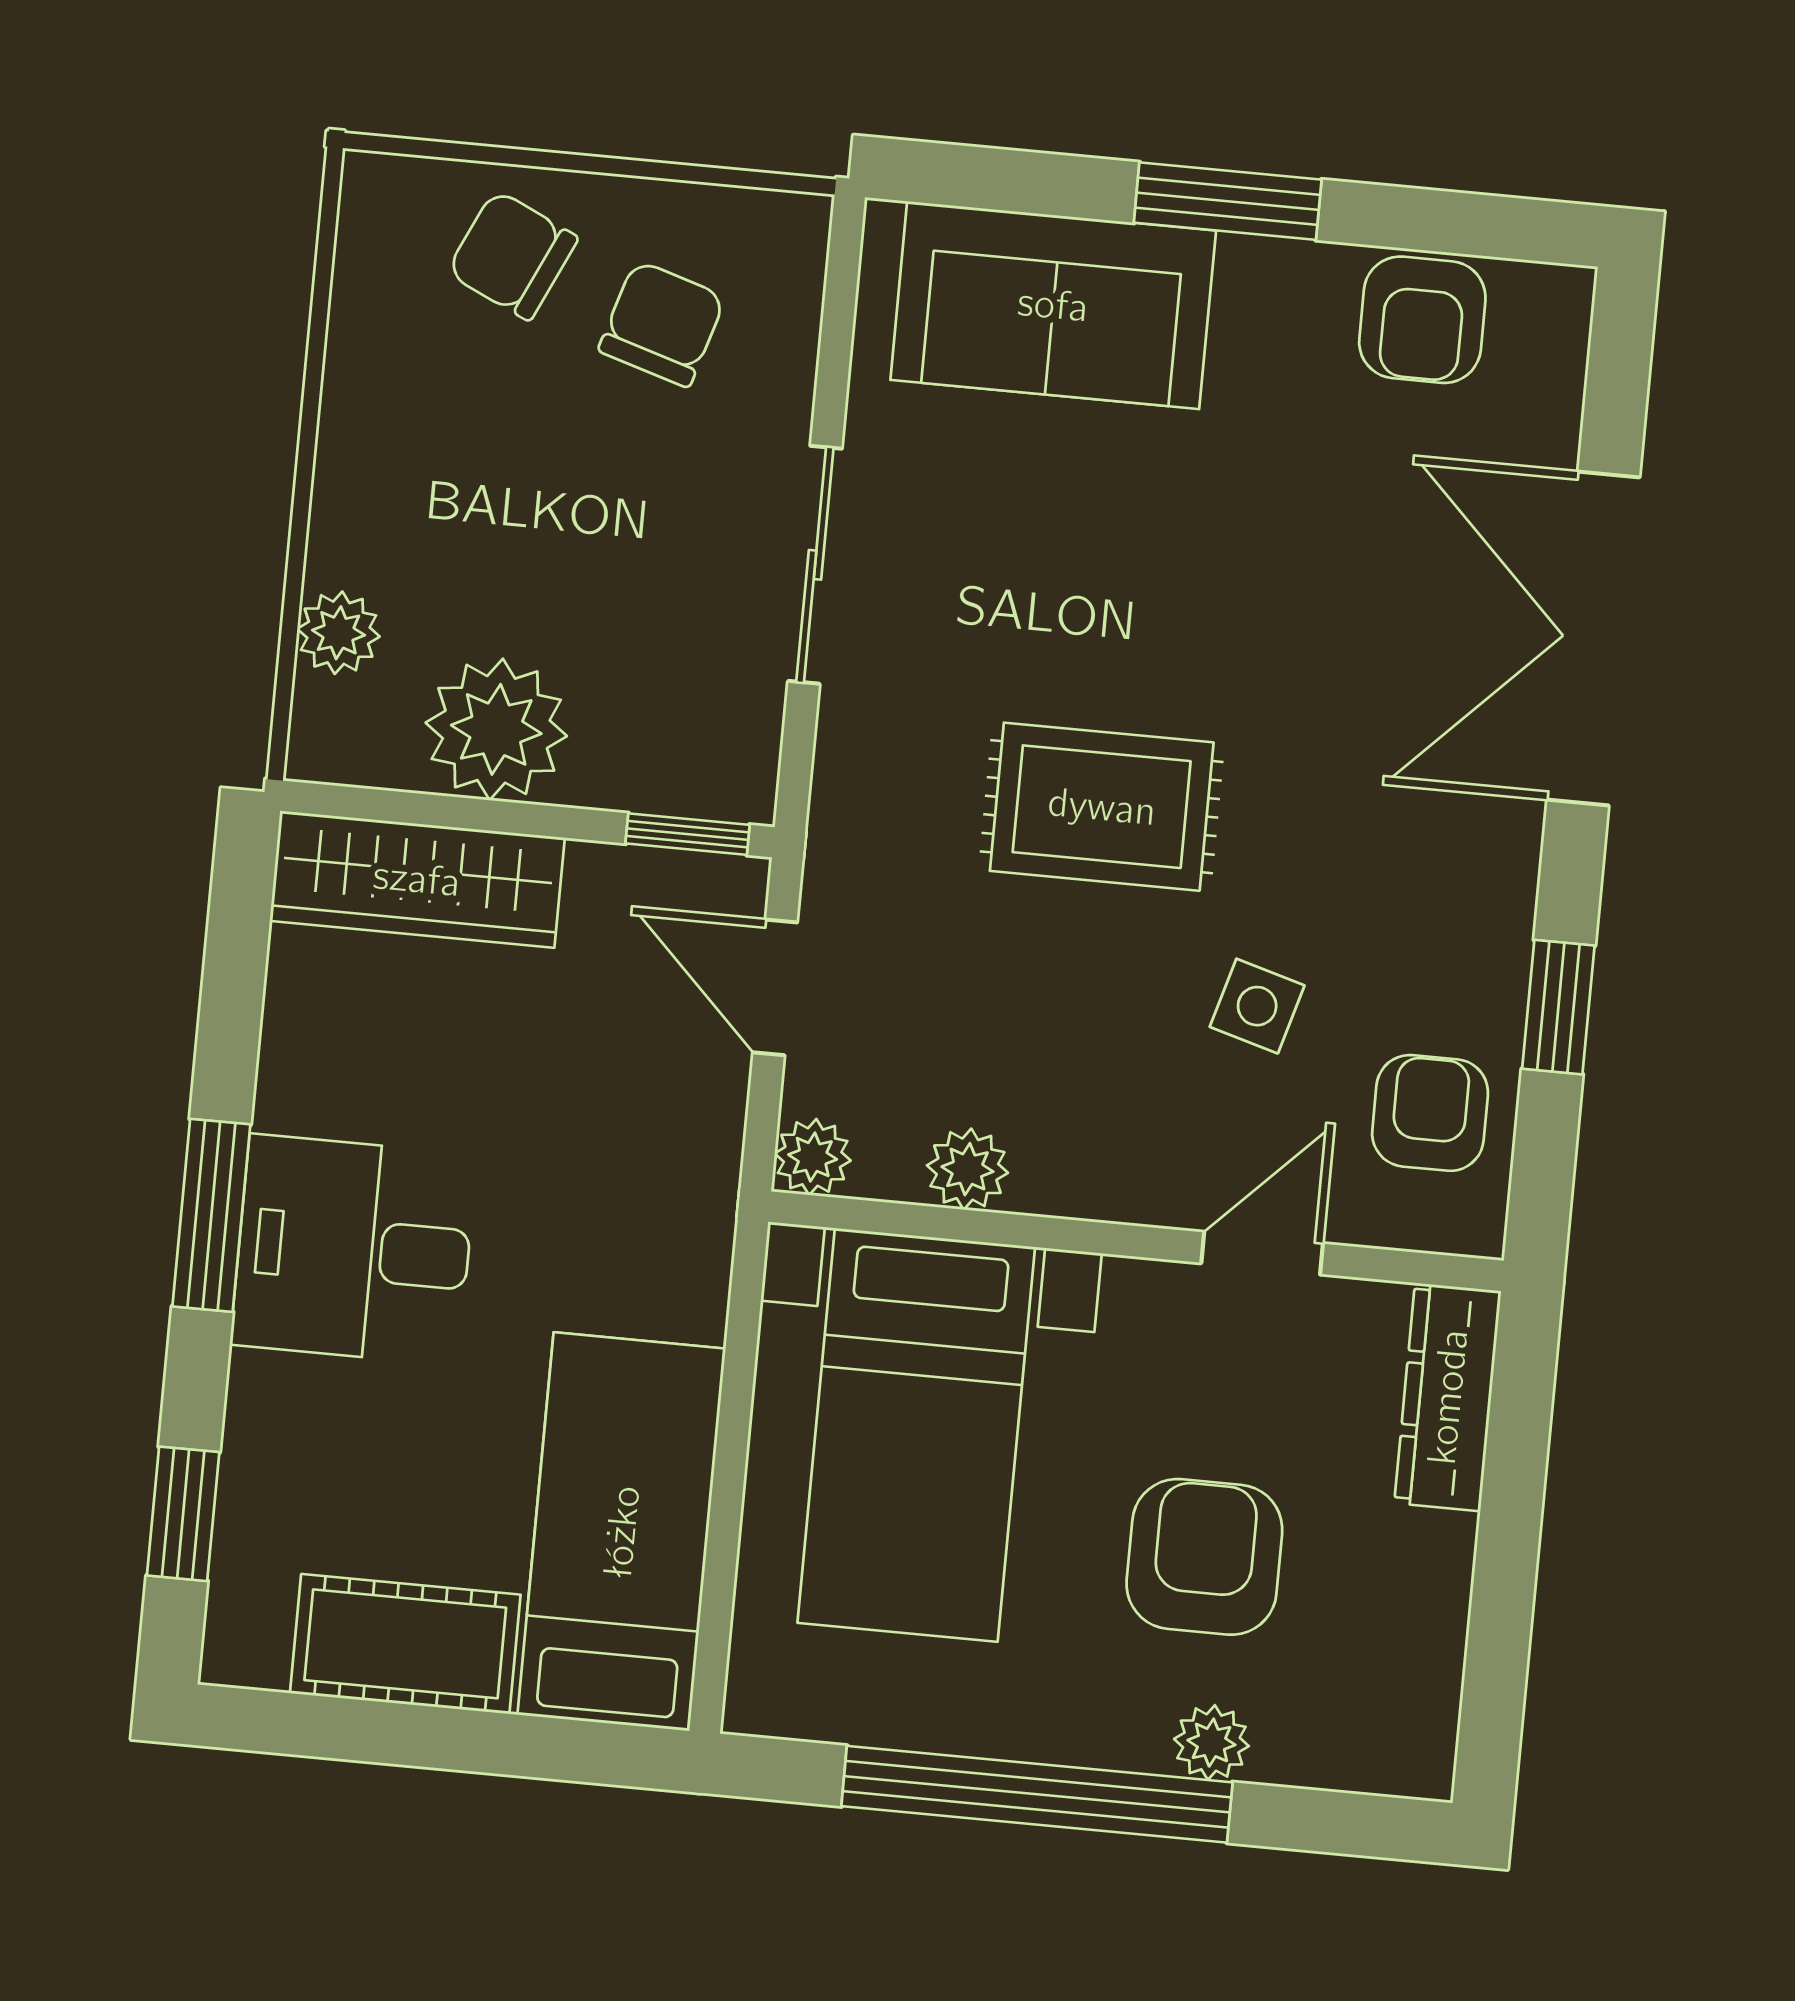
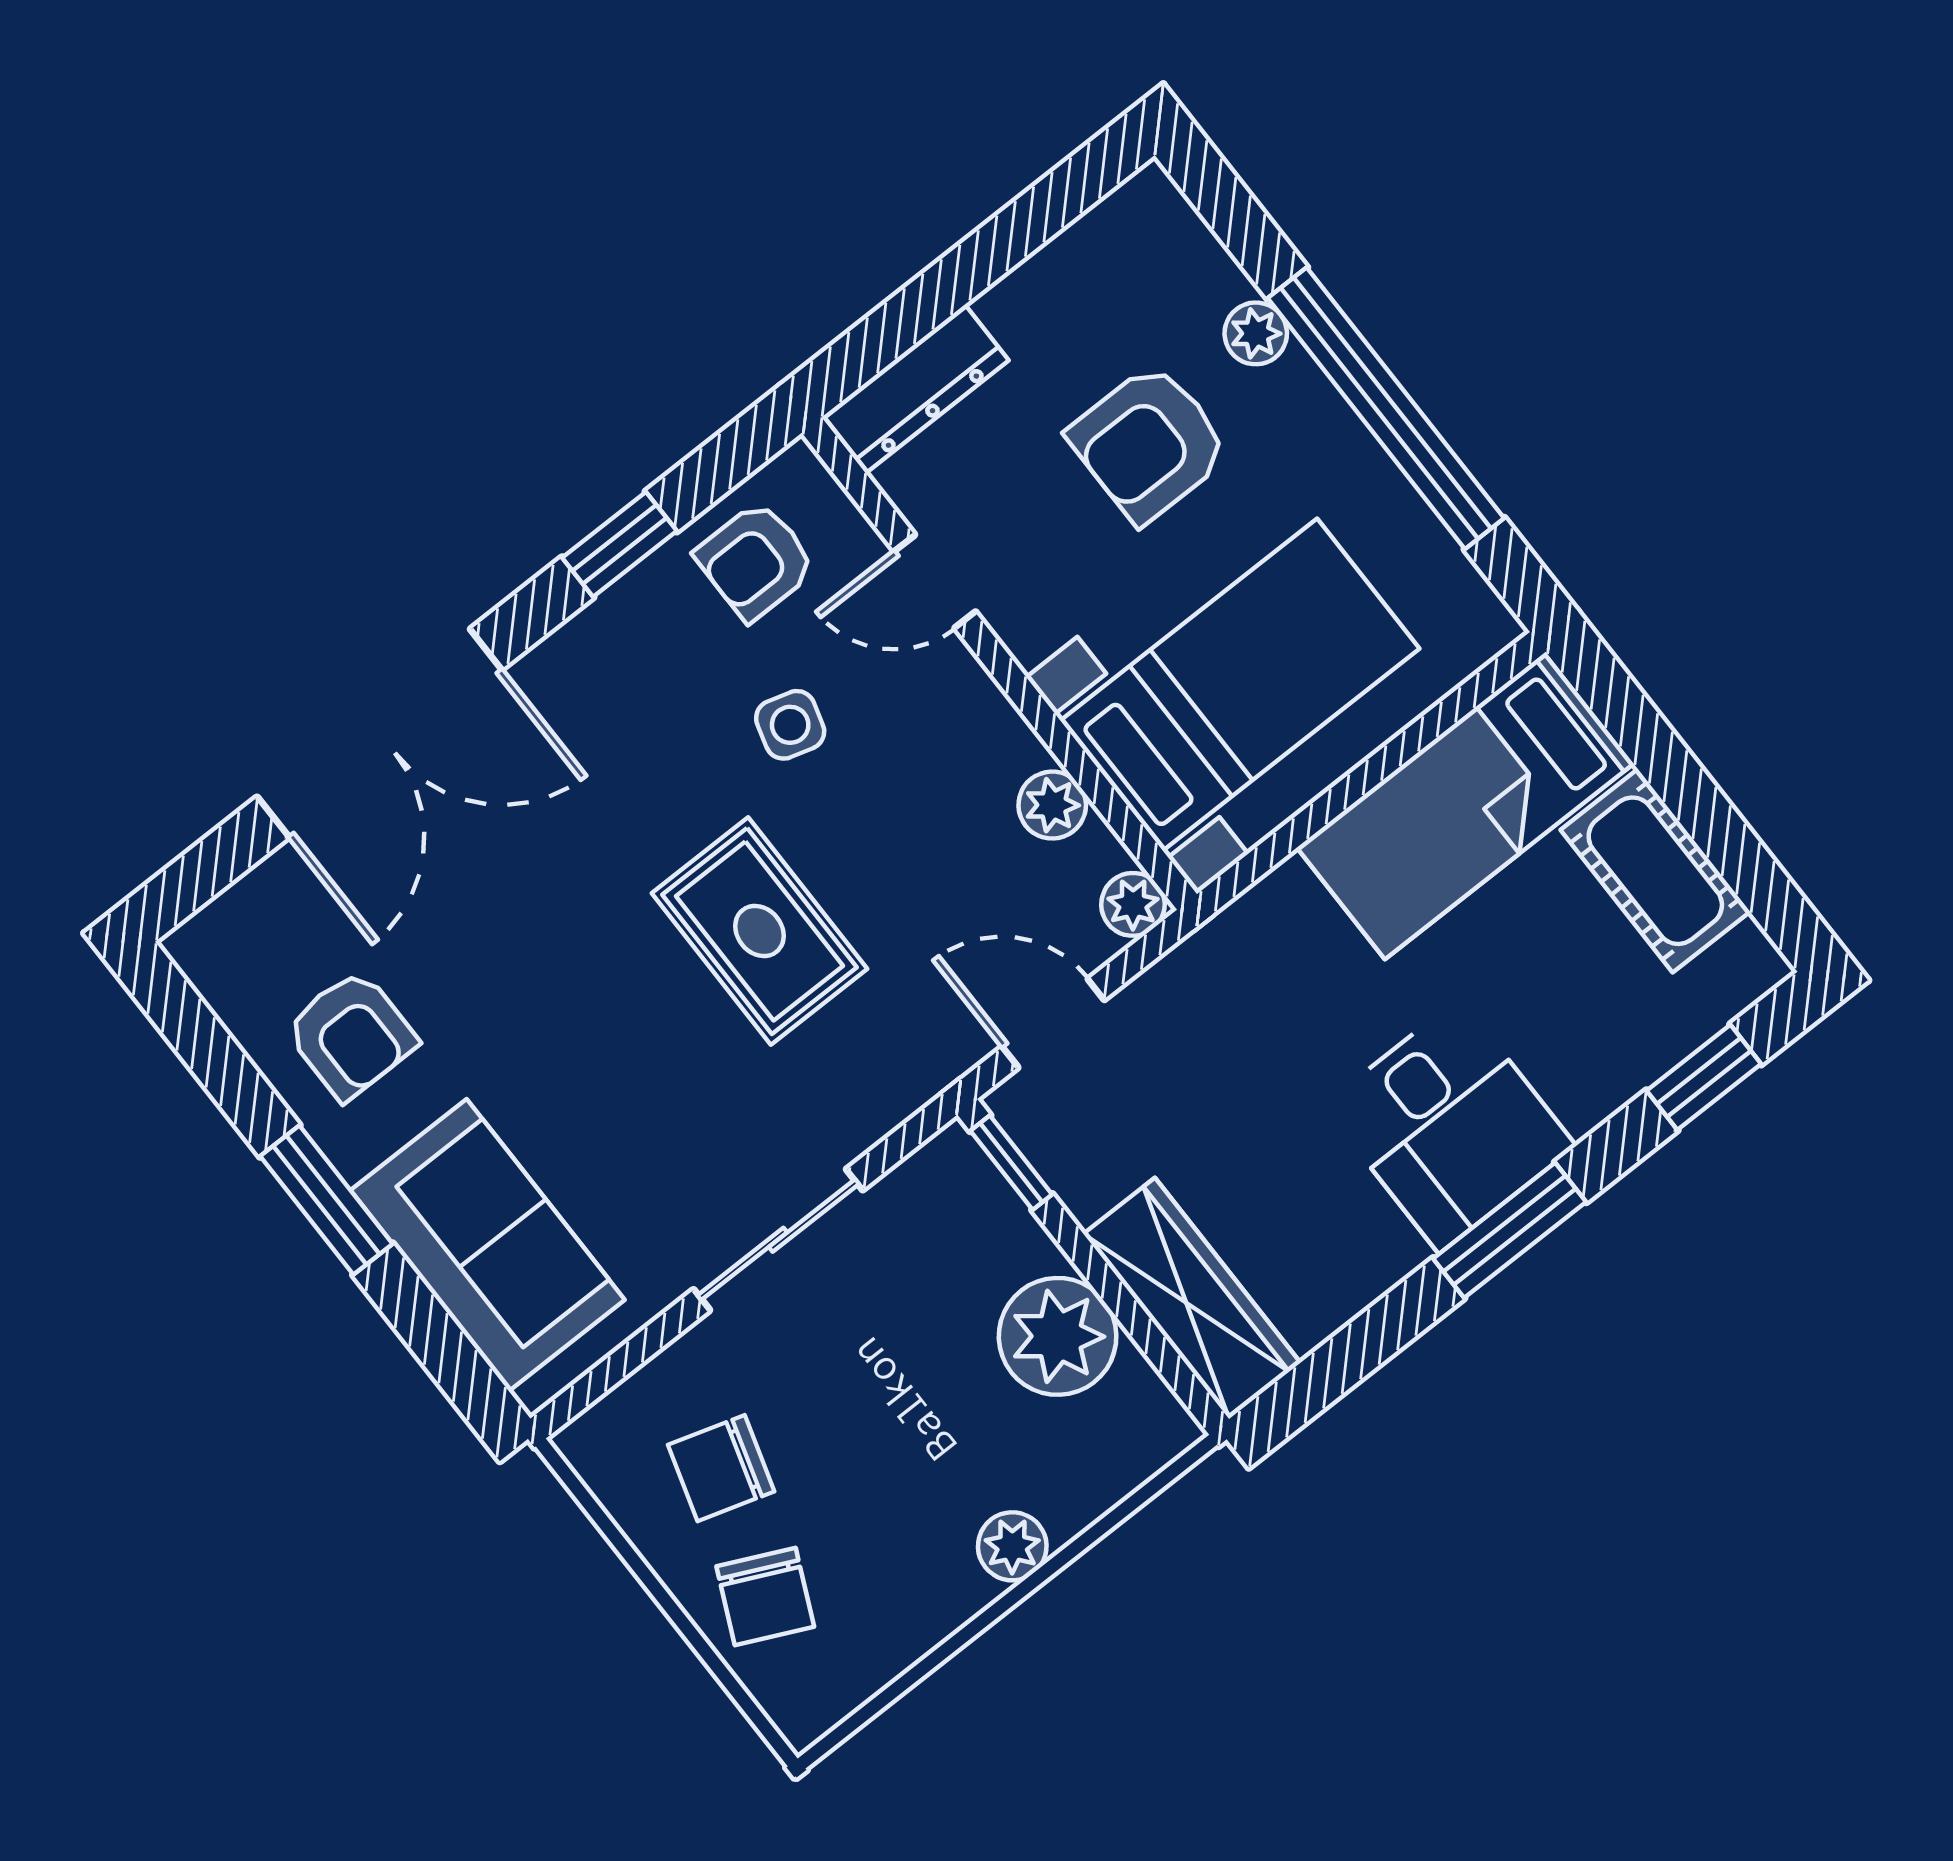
armchair: (1422, 320) -> (351, 1035), moved, turned 90
plant: (338, 633) -> (1012, 1546), moved
door: (775, 987) -> (1053, 1023), swing flipped

